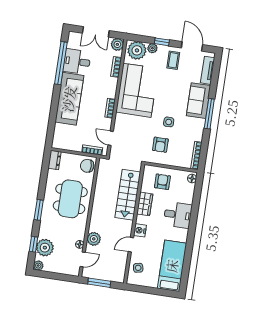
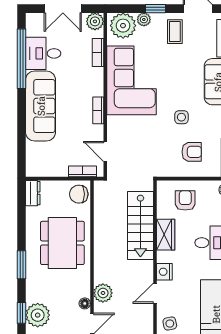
armchair: (160, 145) -> (192, 152), moved, turned -90

